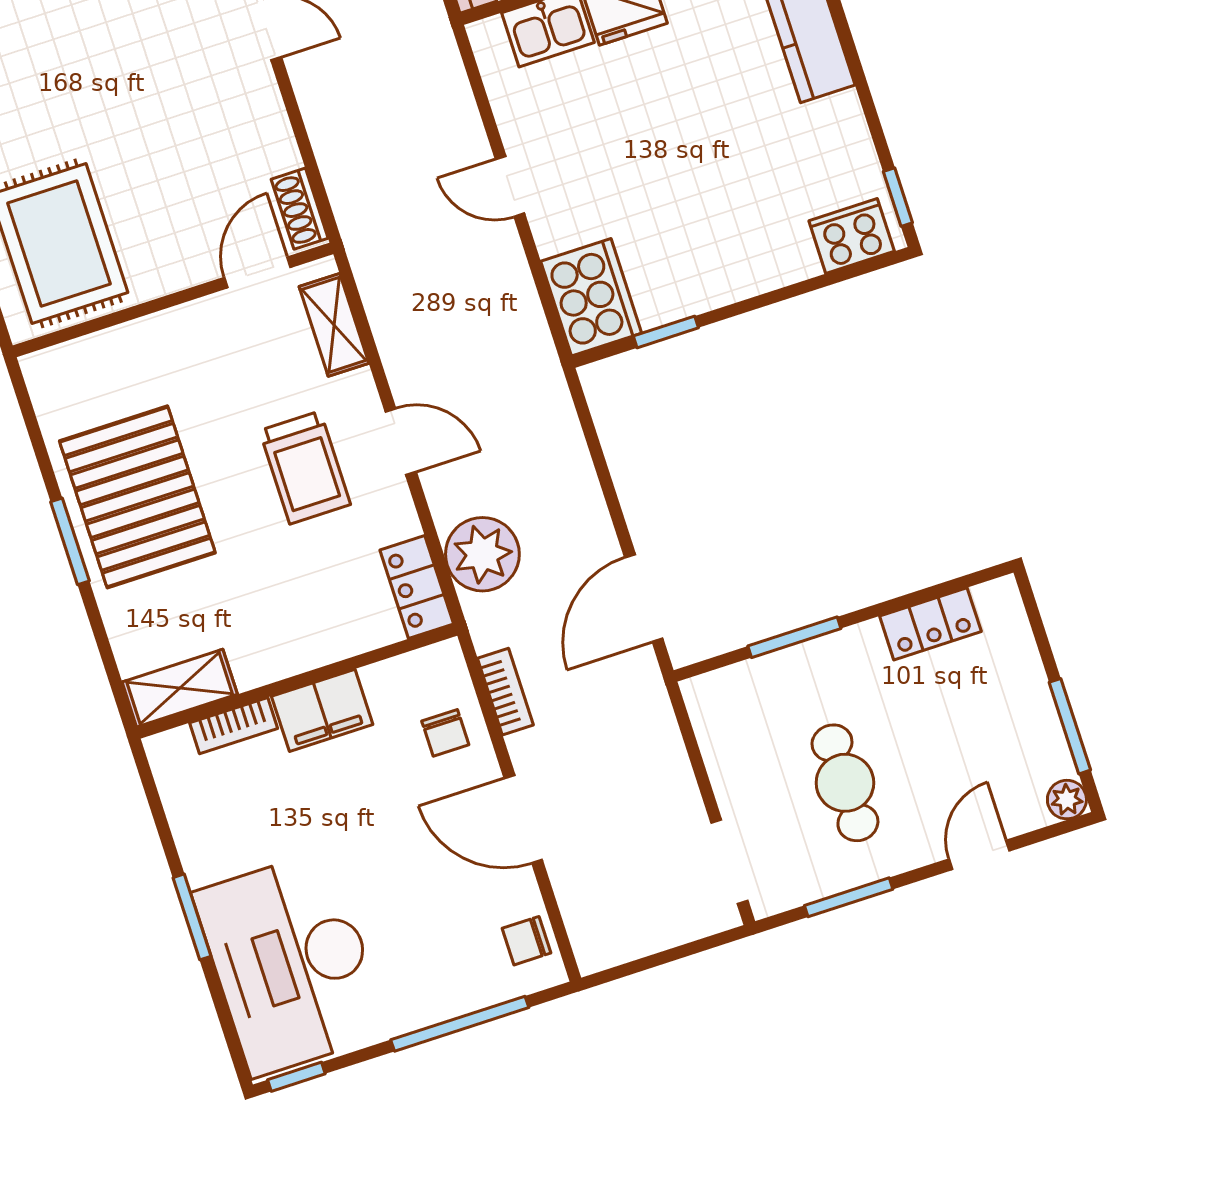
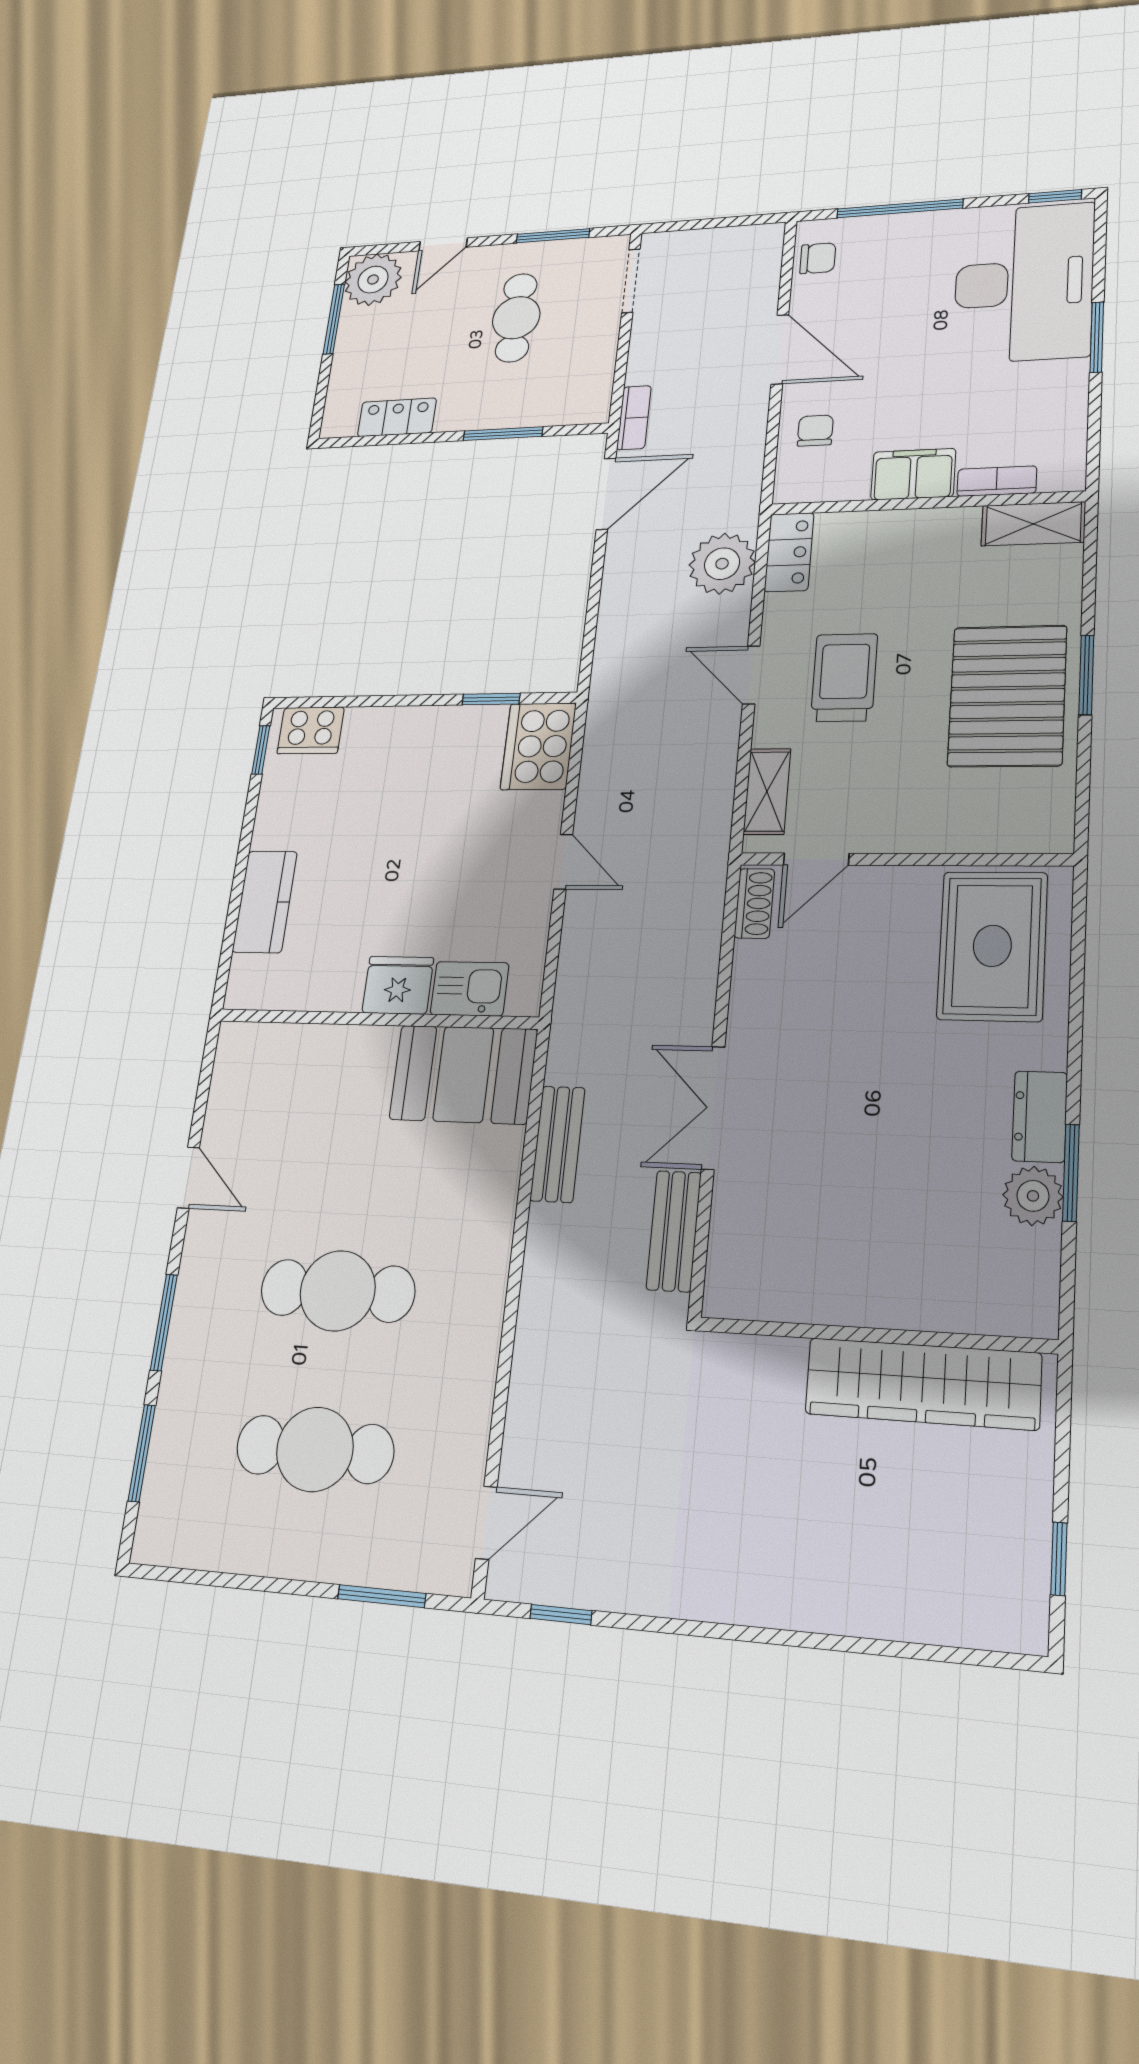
bookcase: (505, 692) -> (634, 418), moved, turned 180
plant: (1067, 800) -> (373, 280), width x1.88, depth x1.88

